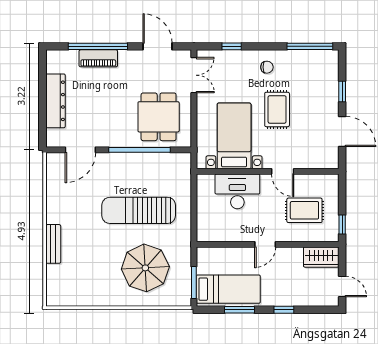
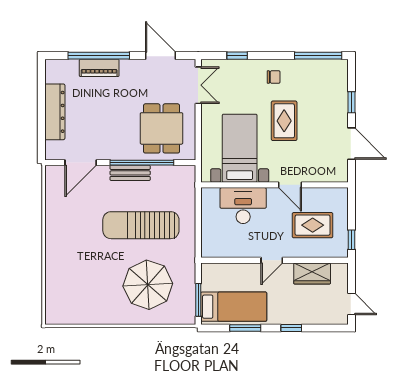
bench: (53, 244) -> (130, 173), moved, turned 90
wardrobe: (321, 257) -> (312, 273), moved

